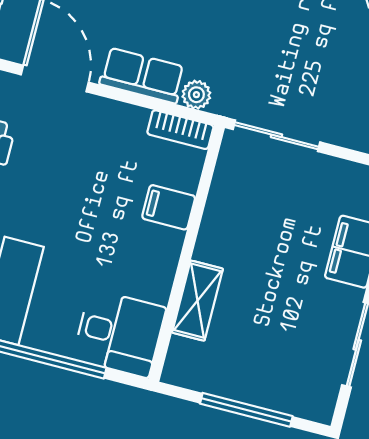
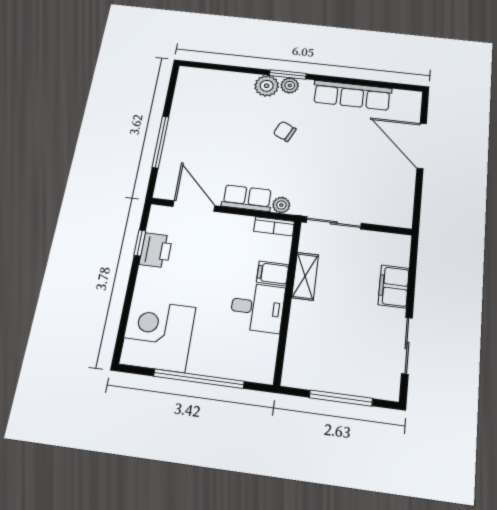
shelving: (197, 301) -> (305, 276), moved
desk: (119, 333) -> (257, 307), moved

